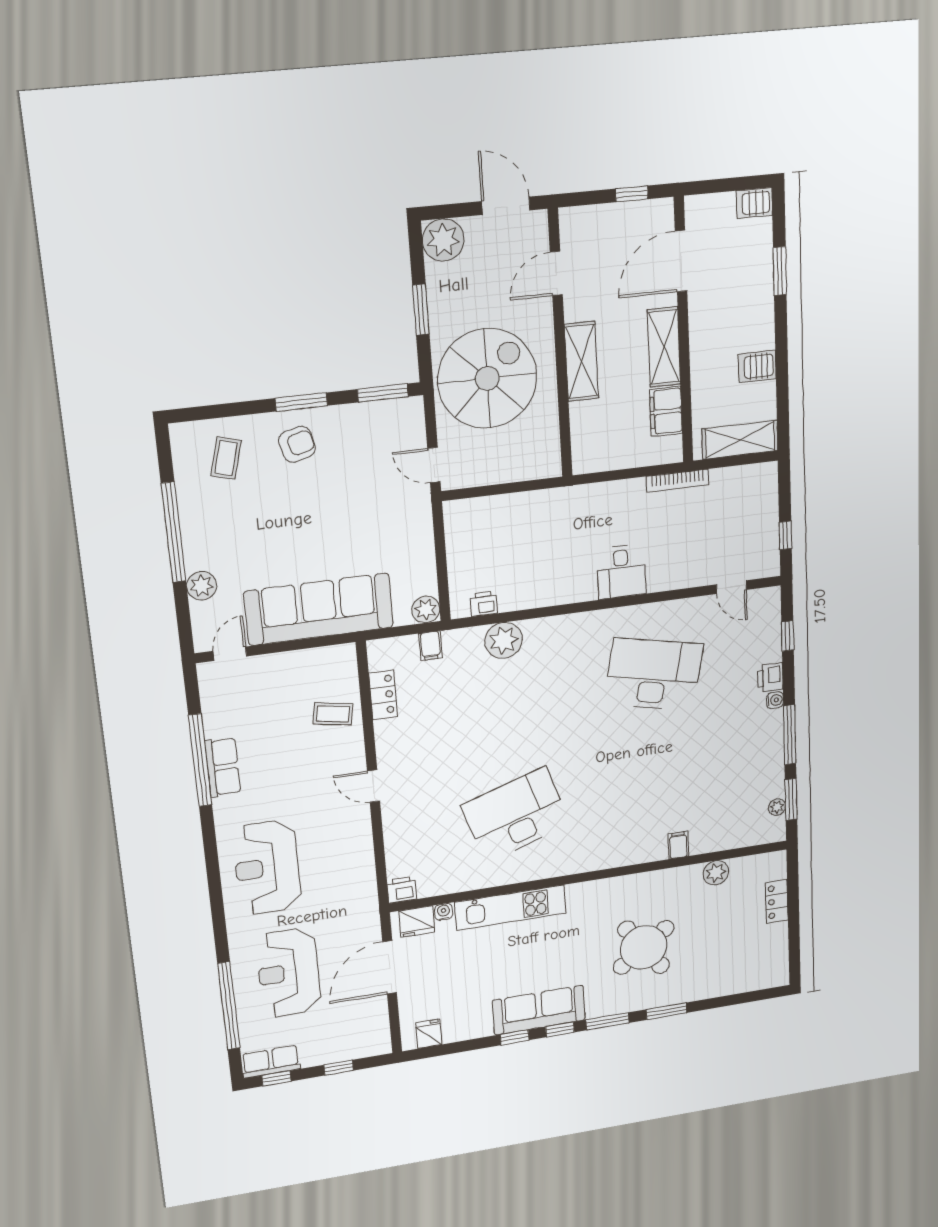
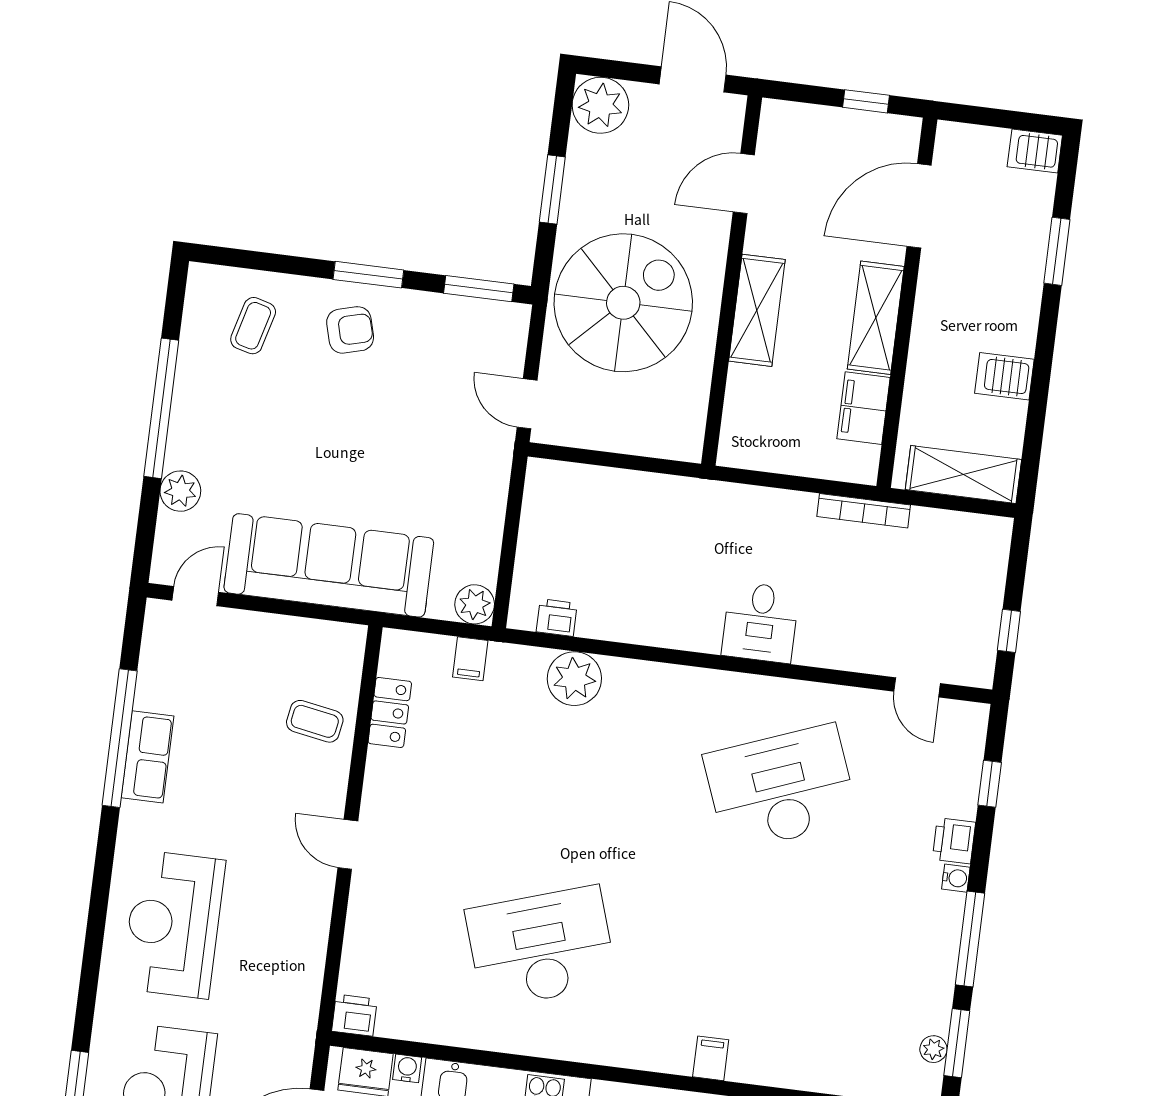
desk: (653, 674) -> (781, 788), turned -33
filing cabinet: (678, 845) -> (711, 1058), moved

